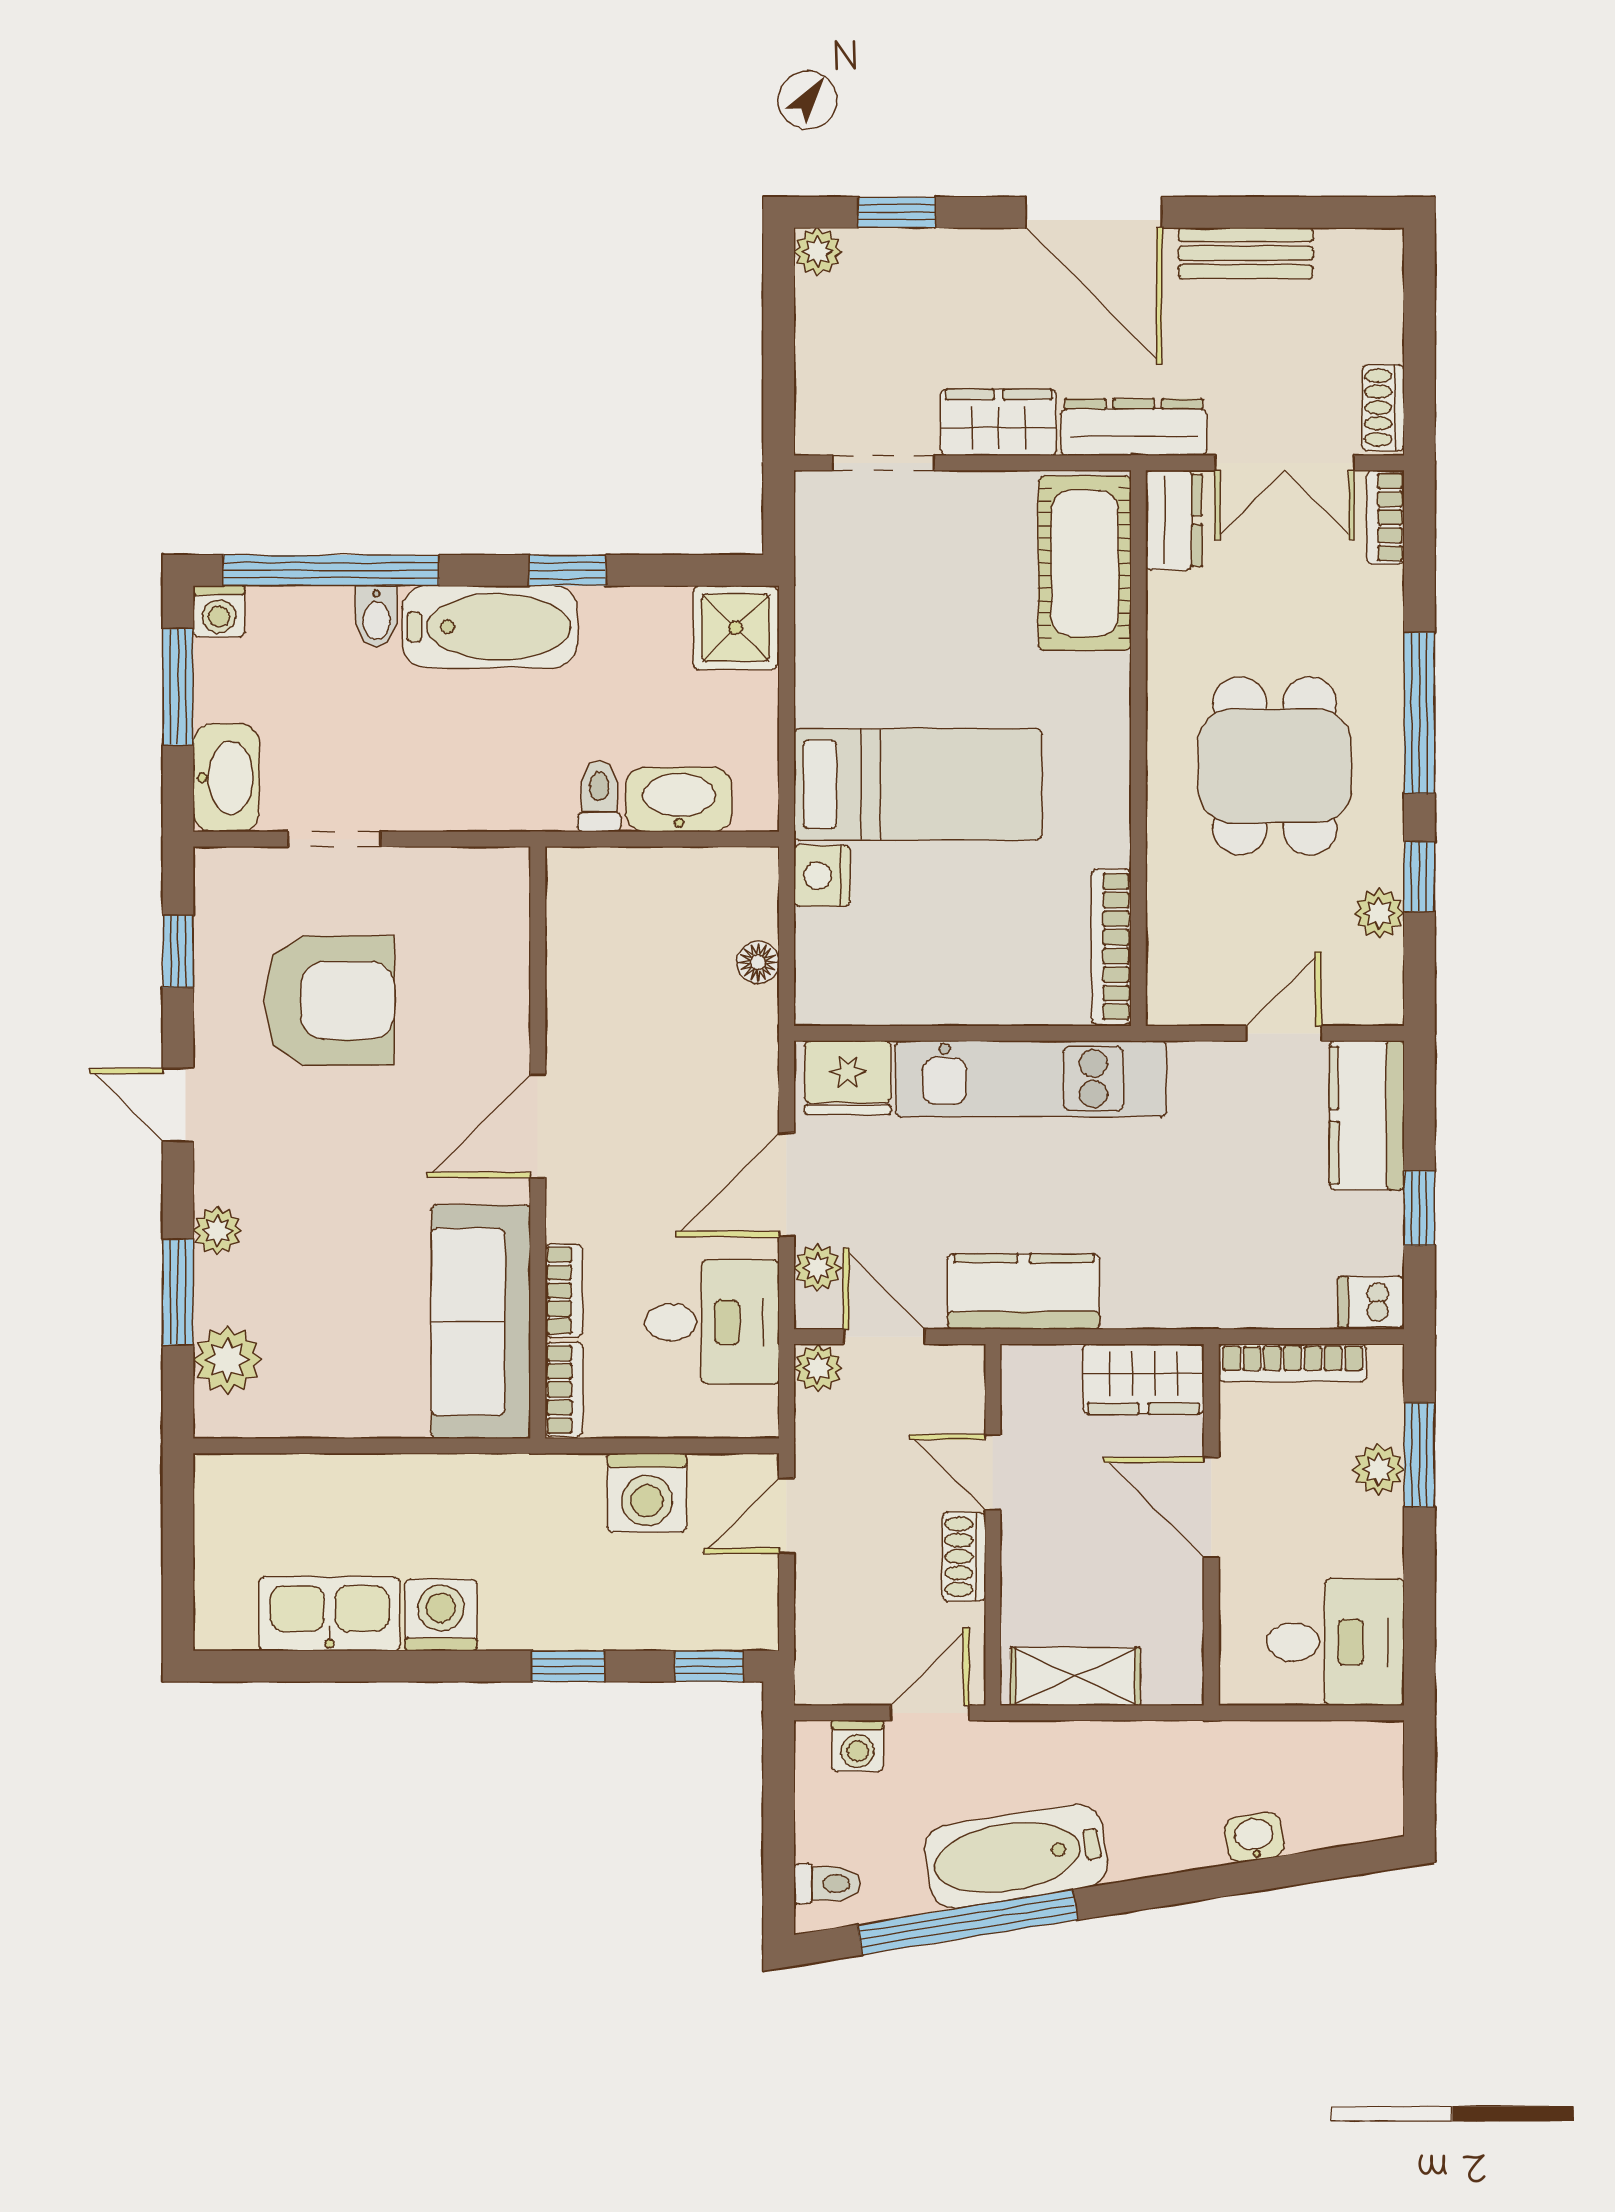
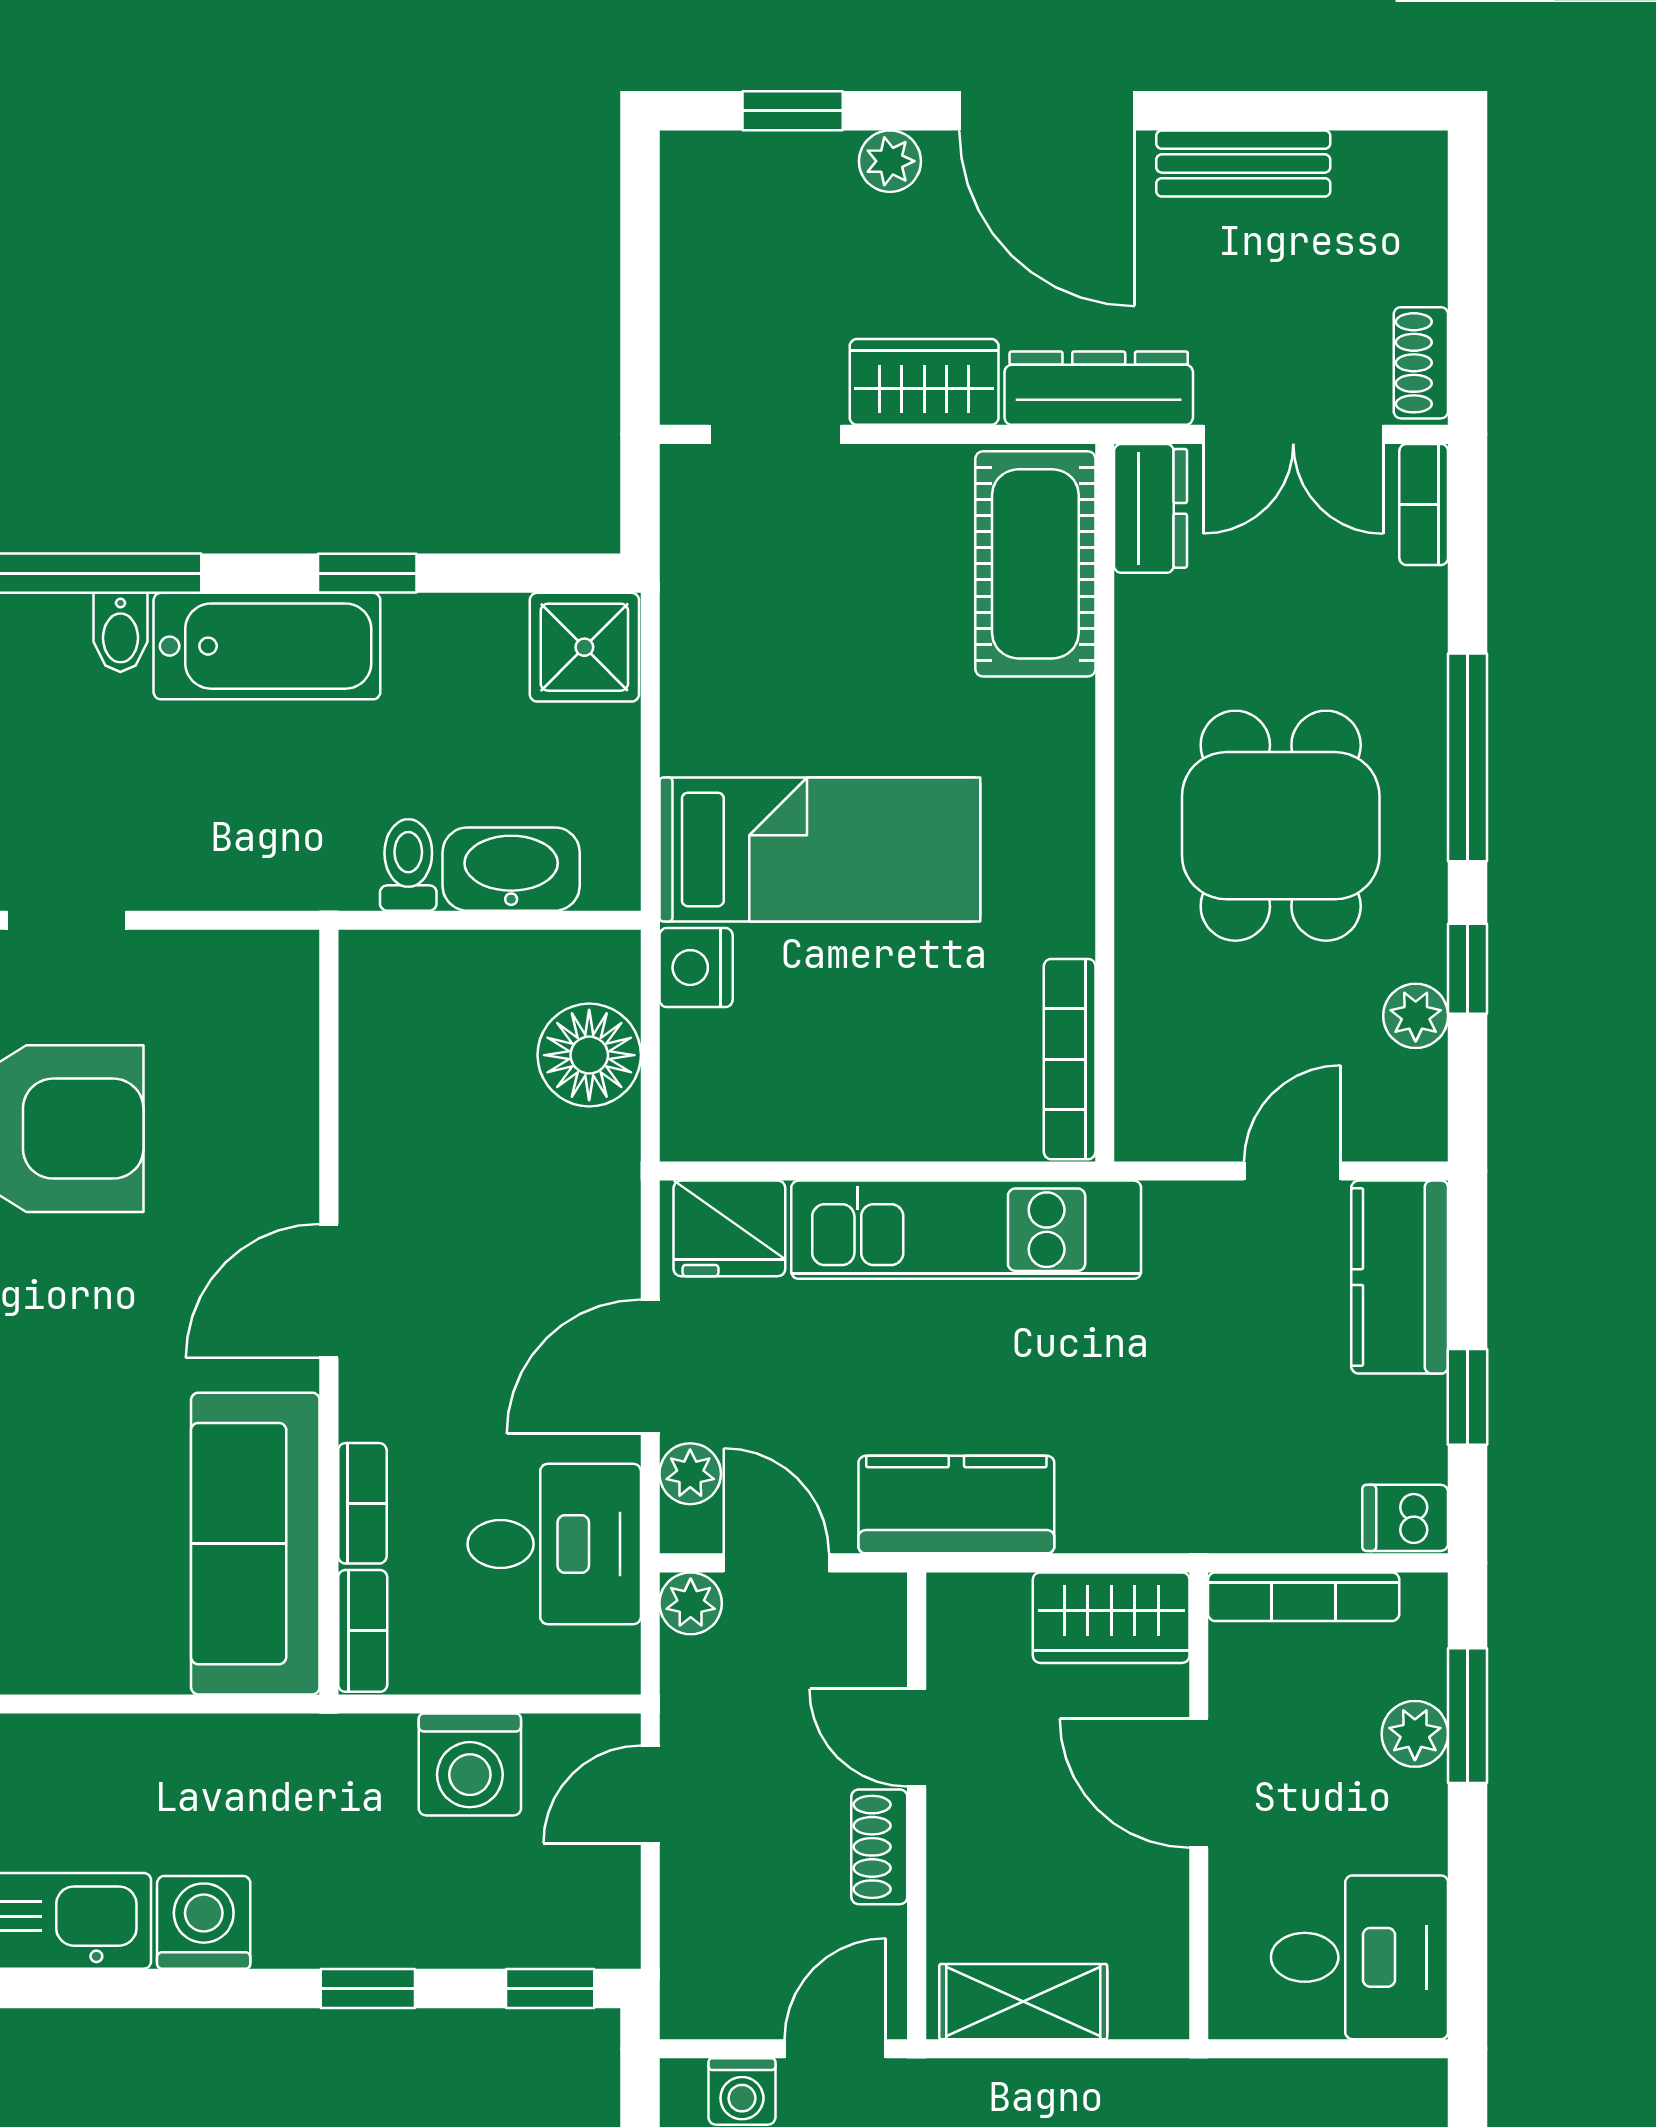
plant: (818, 251) -> (890, 161), moved
floor lamp: (758, 962) -> (589, 1055), width x1.89, depth x1.89

